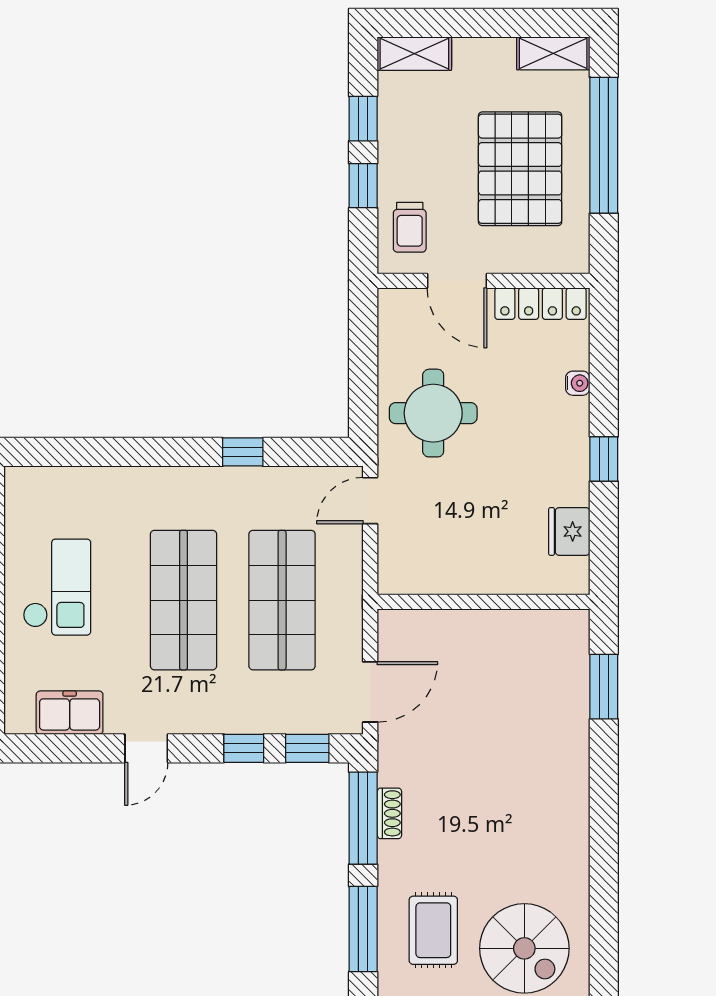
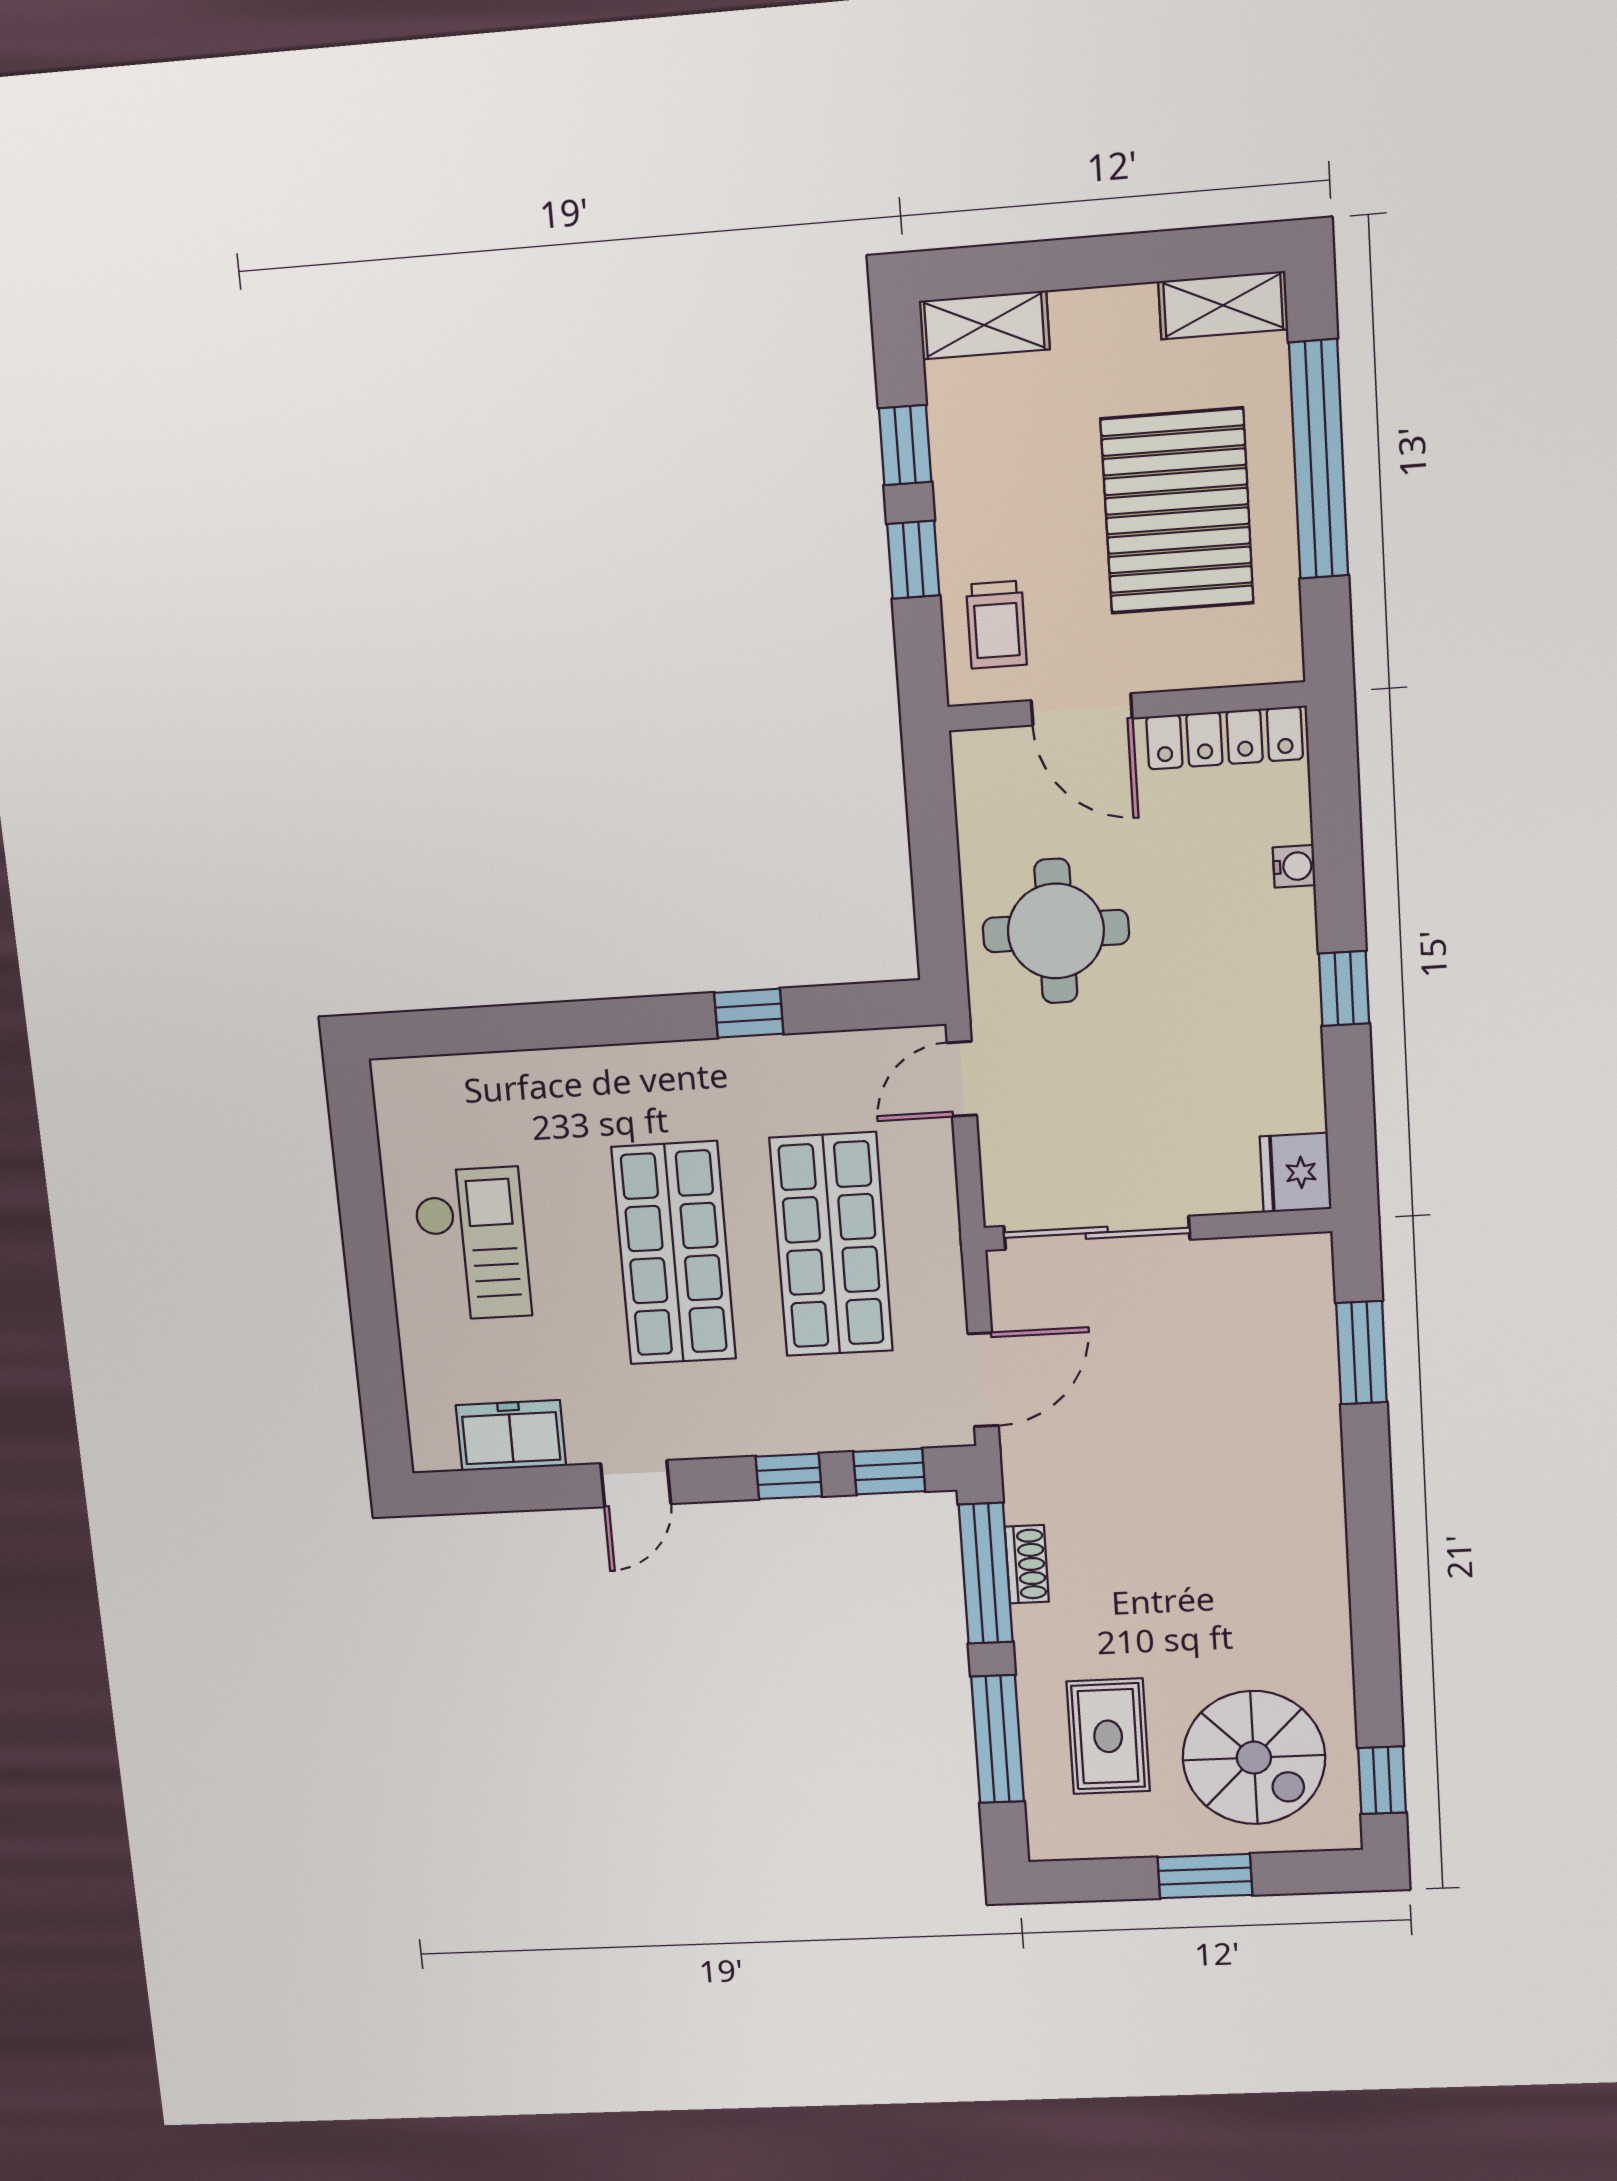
fridge: (569, 531) -> (1296, 1173), moved
sliding door: (446, 602) -> (1097, 1233), added
window: (604, 967) -> (1382, 1780), added

